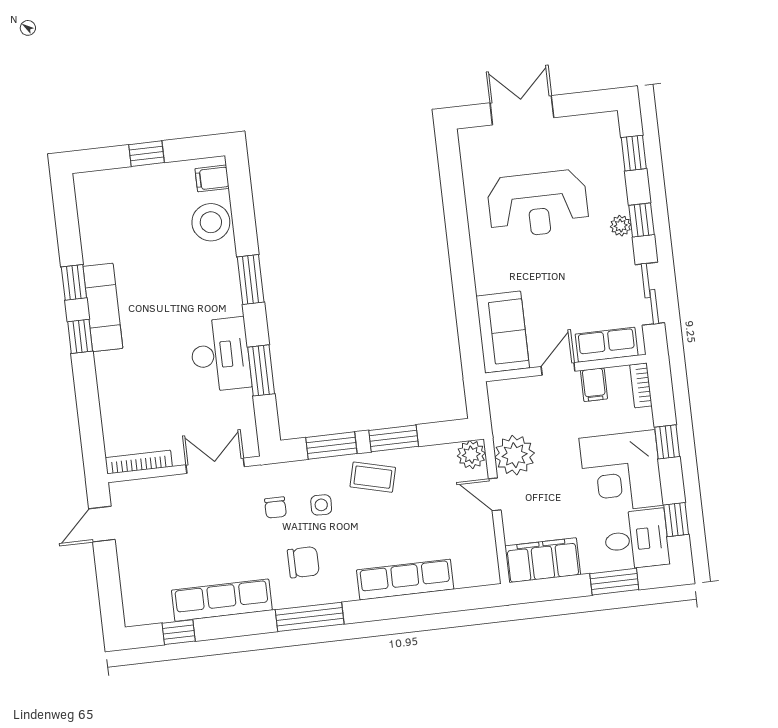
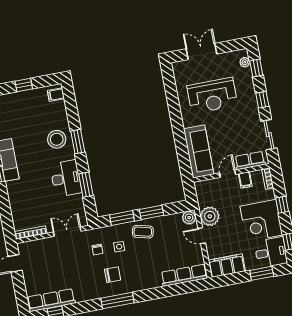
stool: (211, 222) -> (57, 139), moved
plant: (621, 226) -> (245, 62), moved
sofa: (503, 332) -> (199, 151), width x1.36
row of seats: (405, 580) -> (184, 275), moved
row of seats: (222, 600) -> (51, 300), moved

